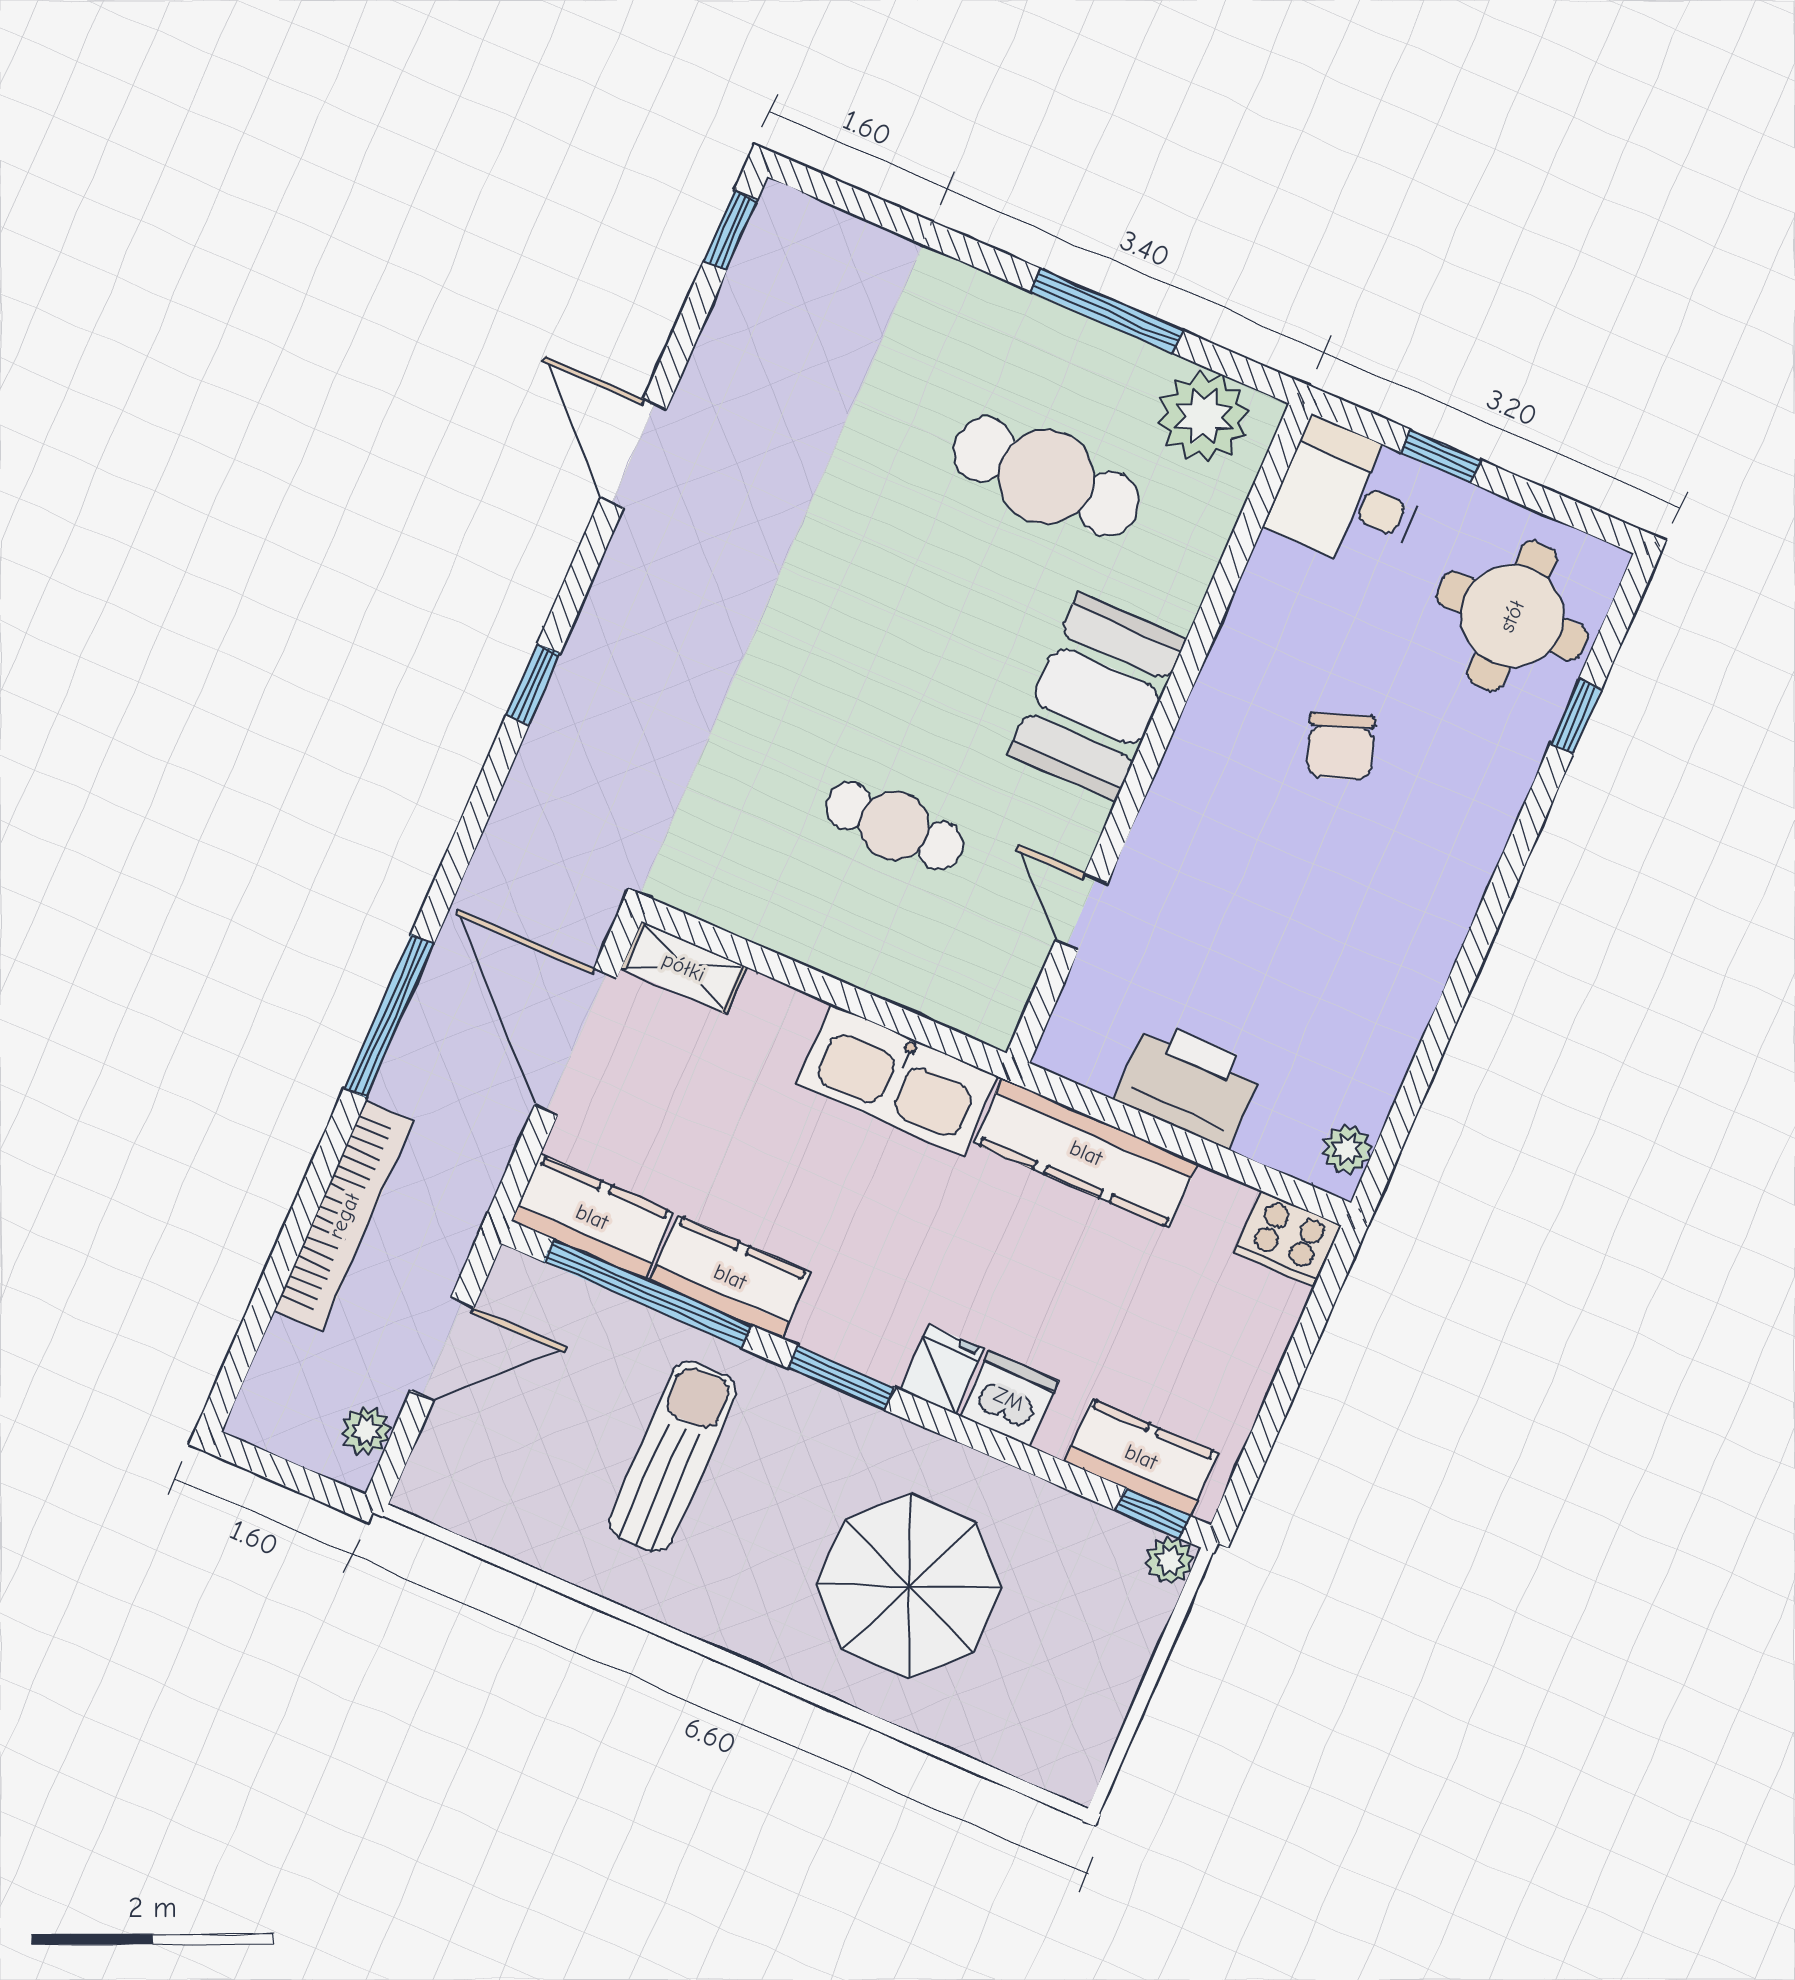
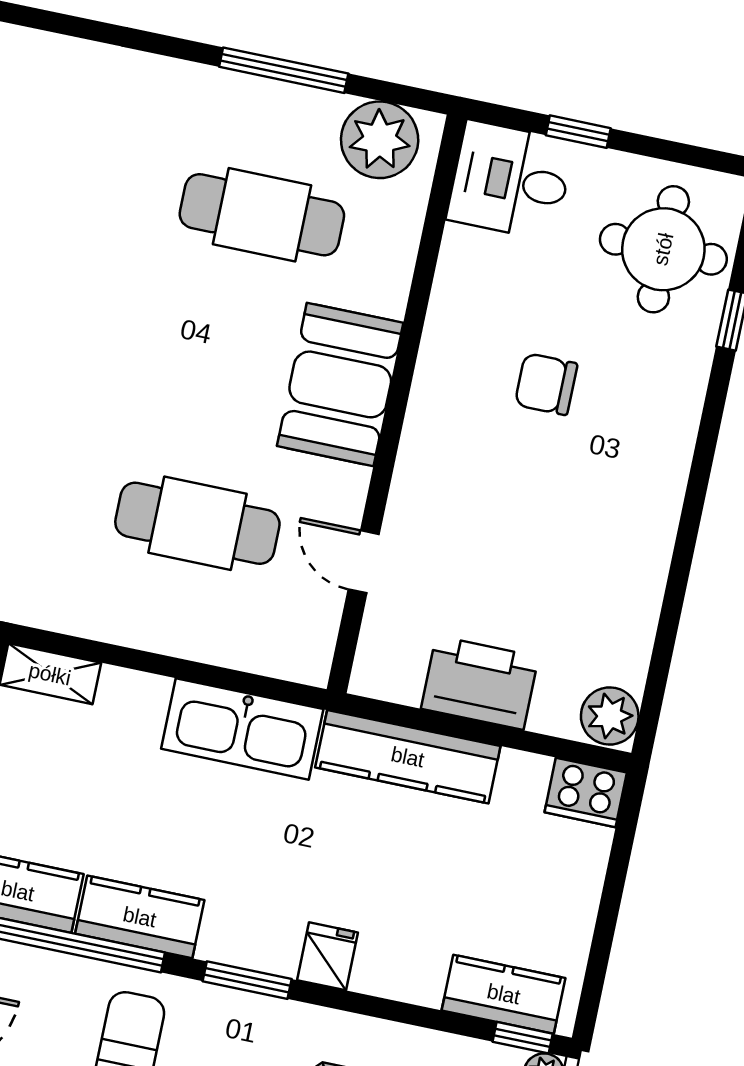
chair: (1341, 746) -> (546, 384), turned 110
cafe table: (894, 826) -> (197, 523), width x1.37, depth x1.35
plant: (1347, 1149) -> (610, 716), width x1.38, depth x1.38
dishwasher: (1009, 1399) -> (387, 969), removed

